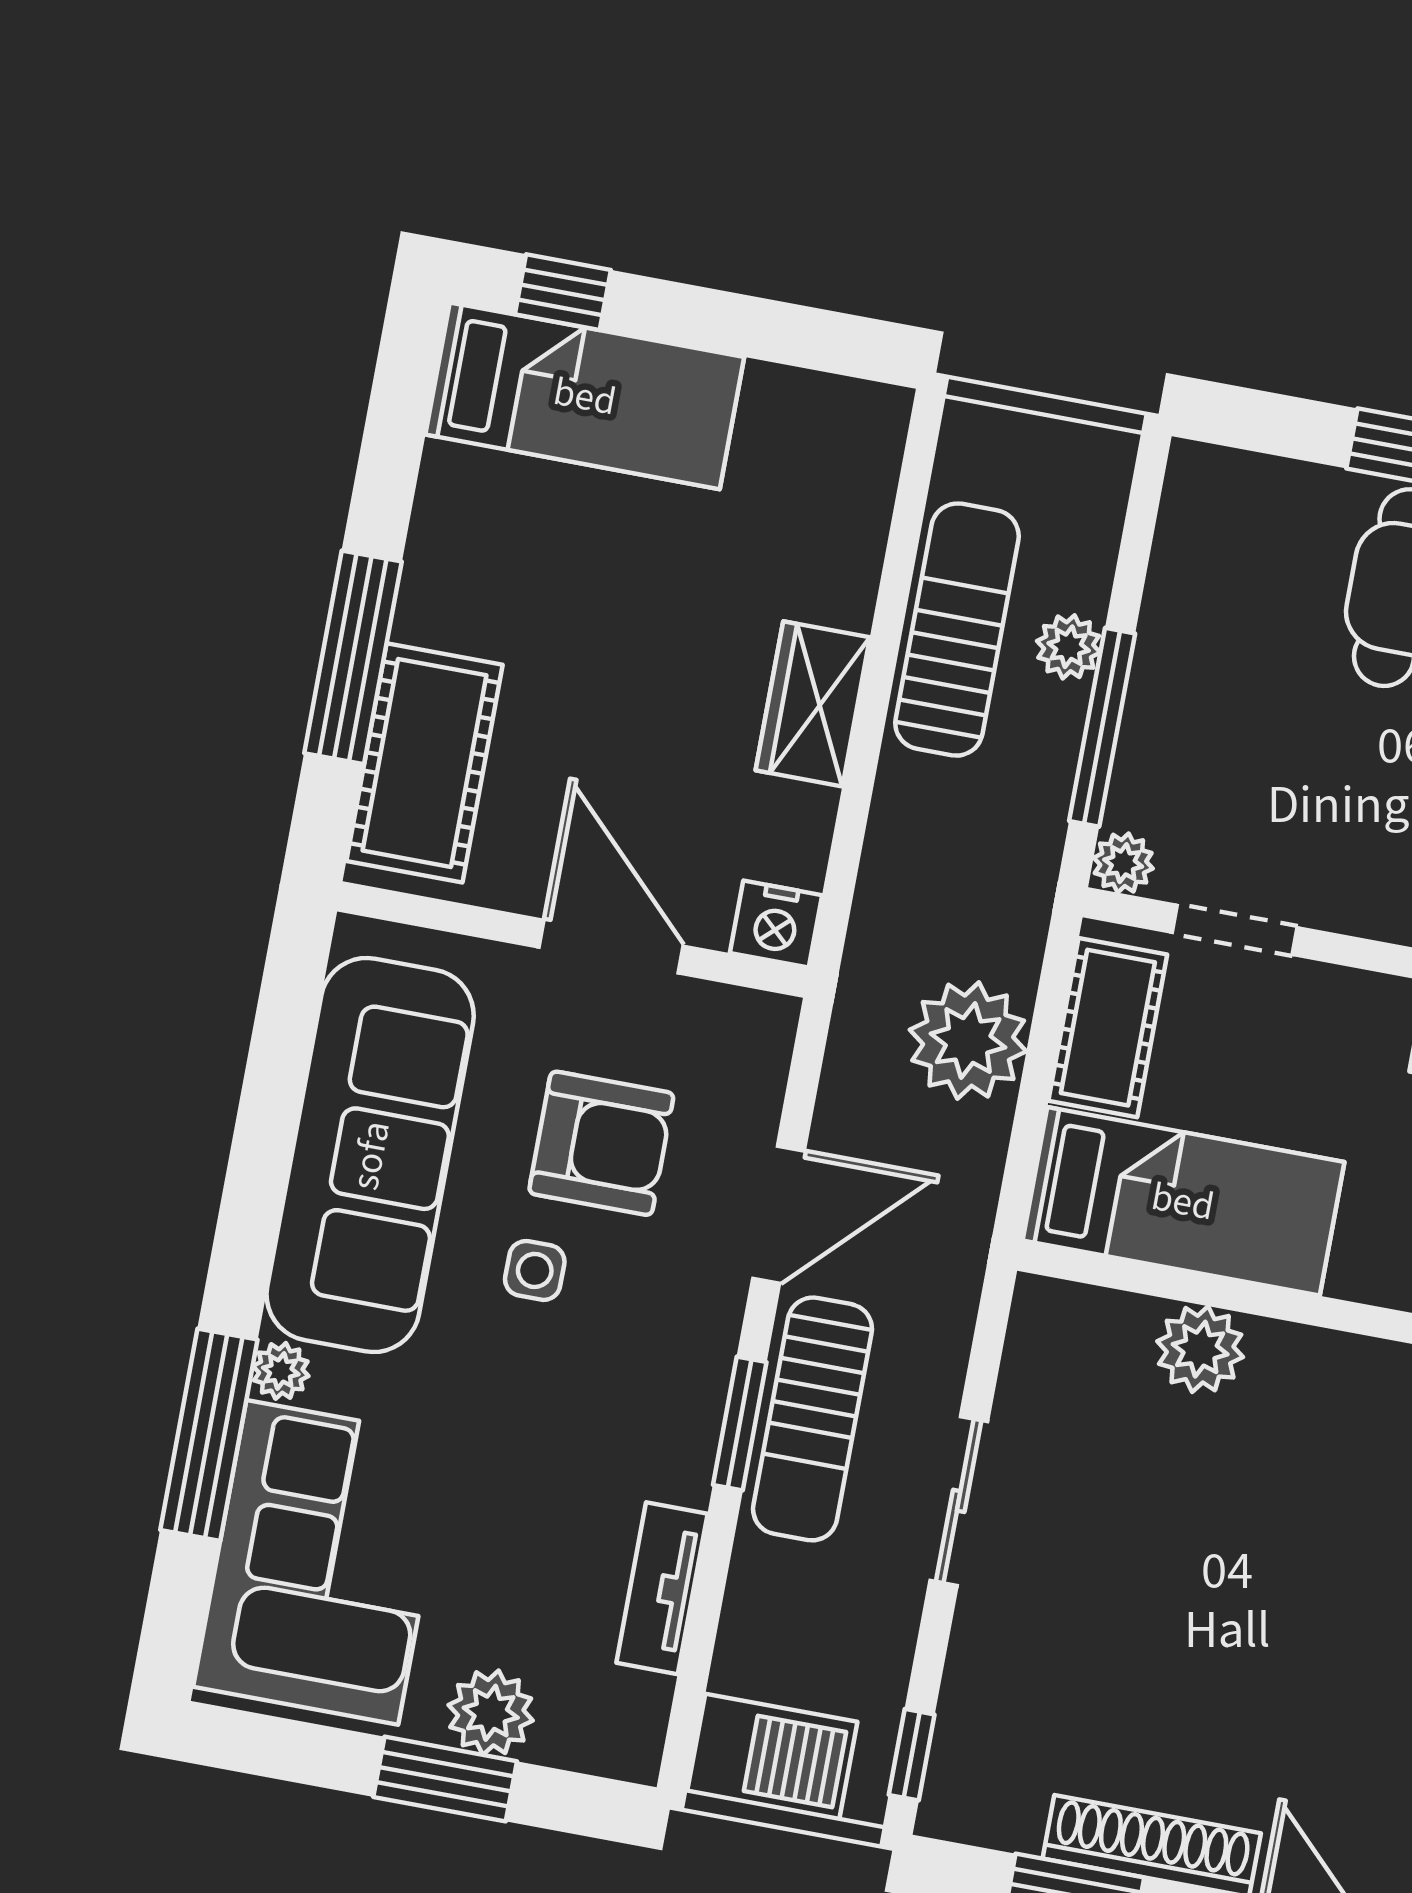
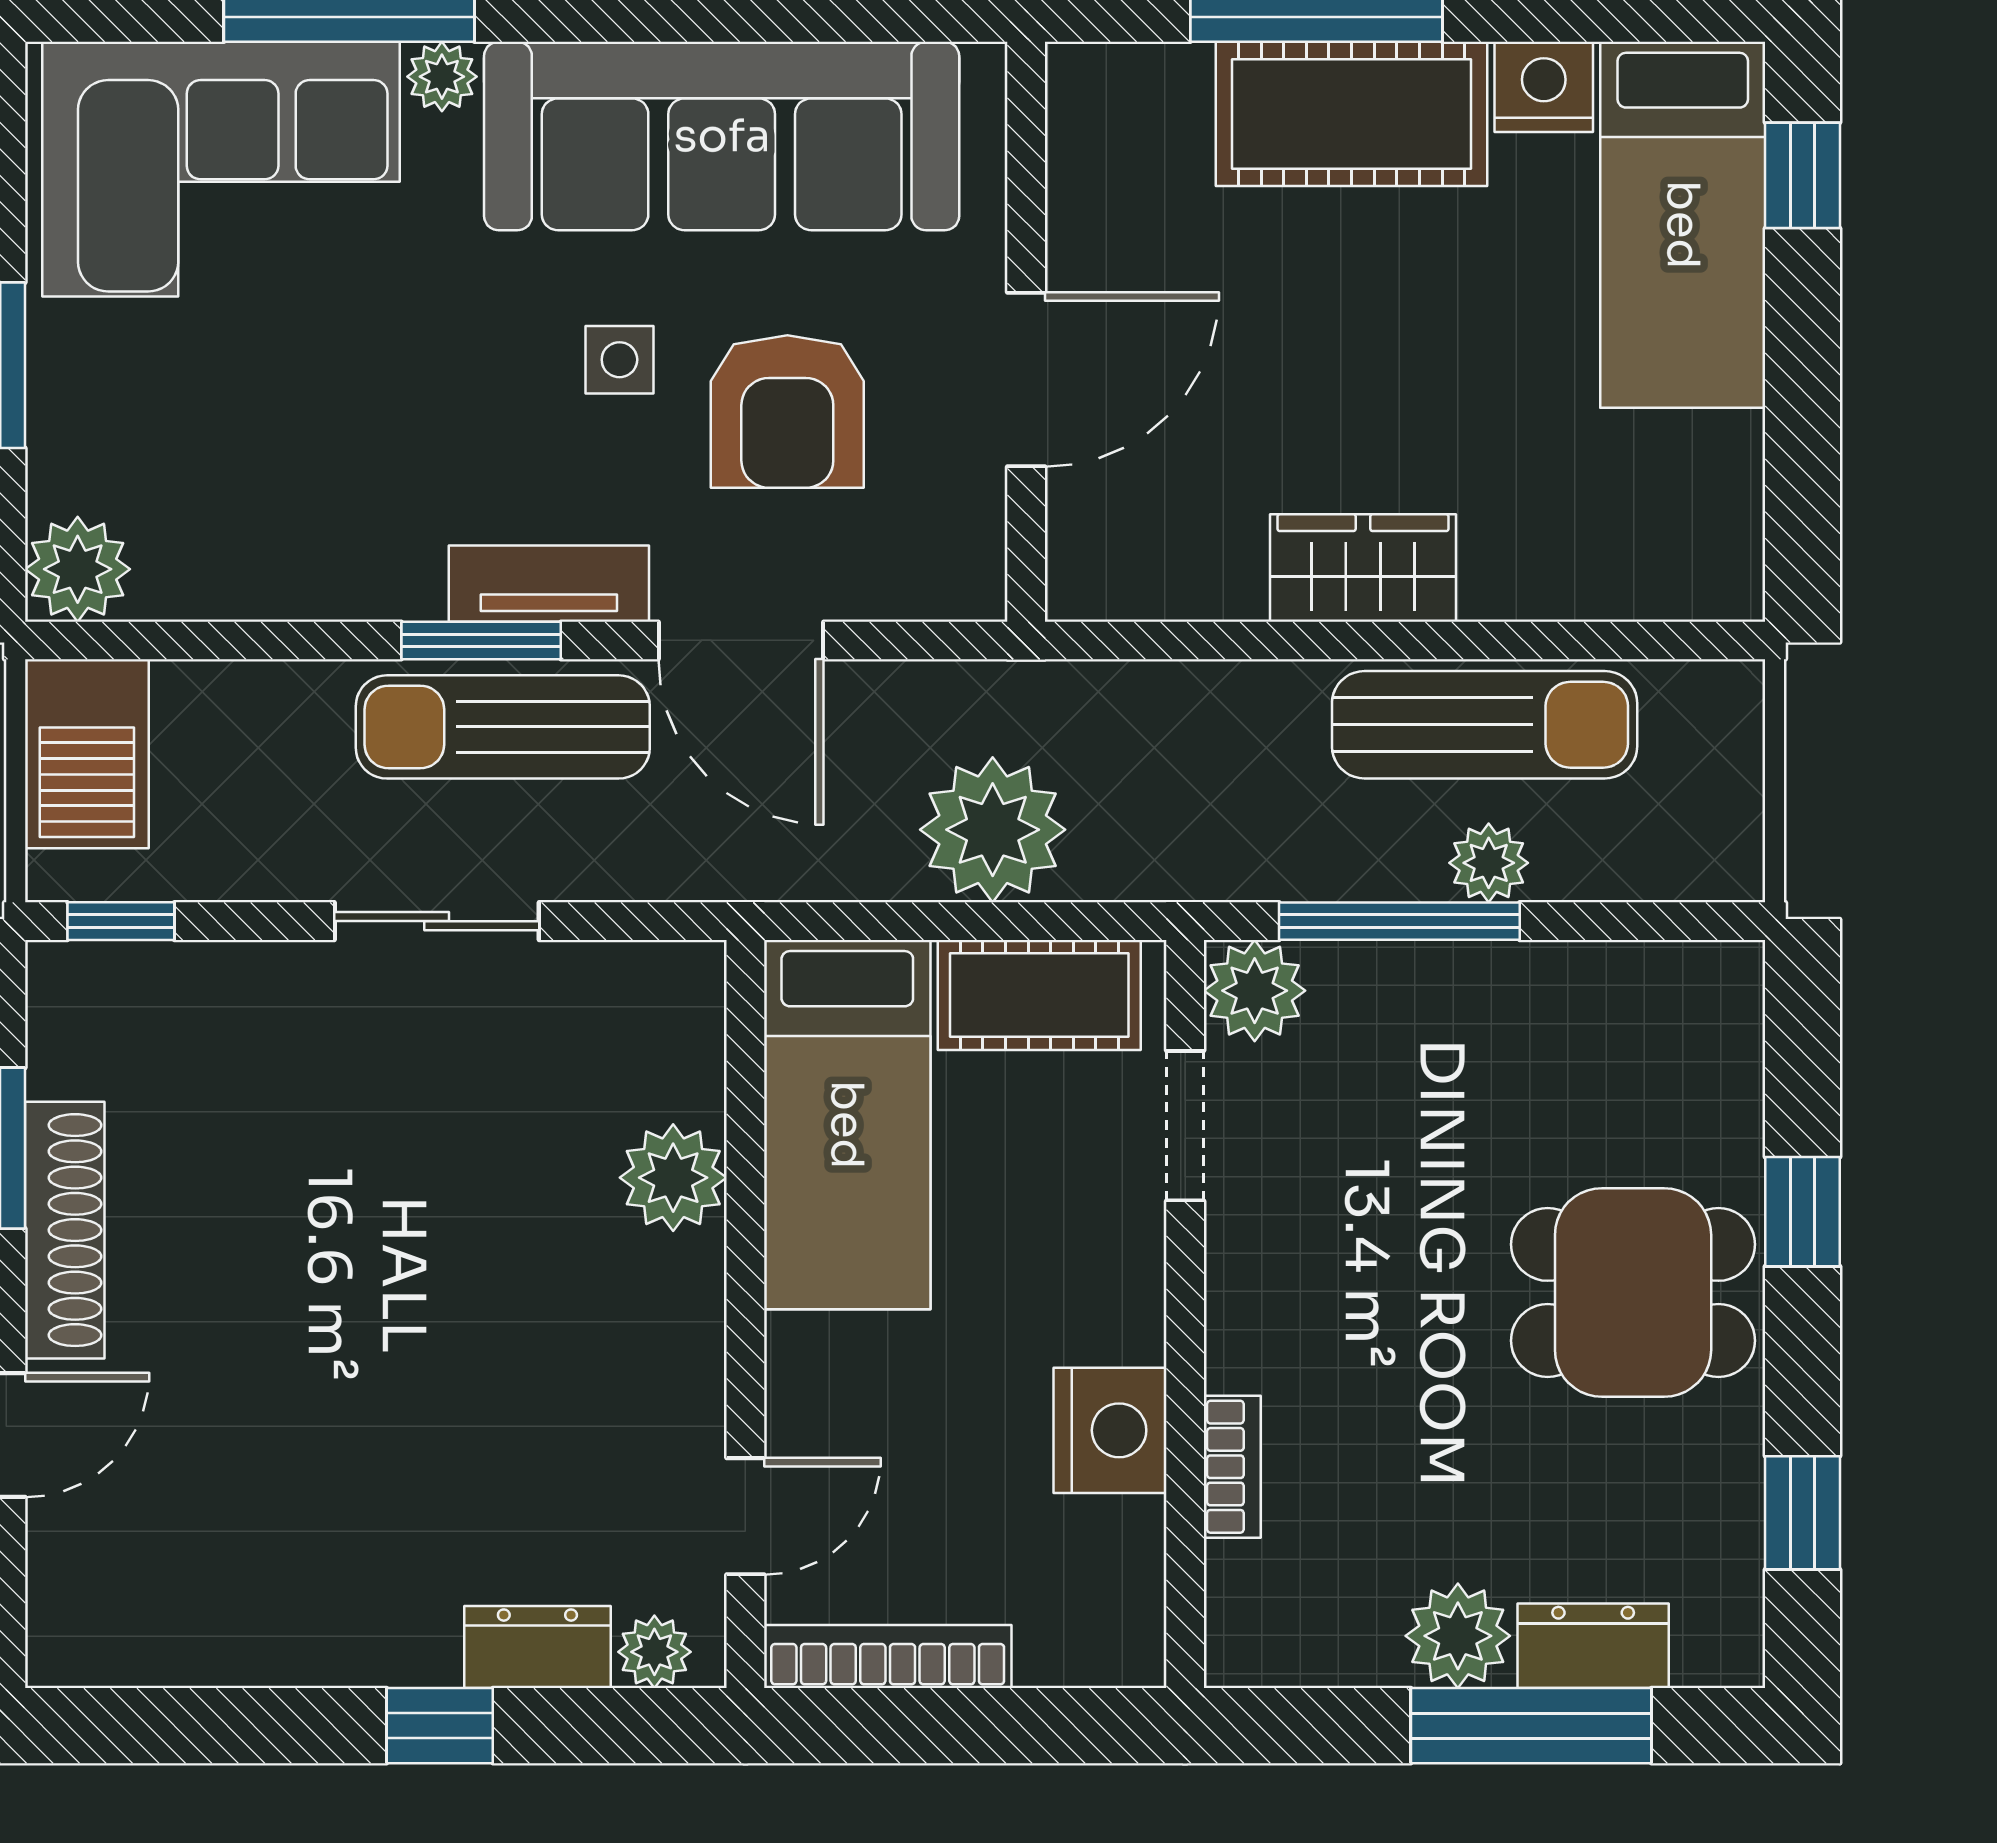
cot: (424, 763) -> (1352, 114), moved
plant: (1123, 863) -> (1255, 991), width x1.38, depth x1.38
nightstand: (776, 924) -> (1544, 87), moved, turned 90
tv unit: (662, 1588) -> (549, 584), moved
plant: (491, 1713) -> (78, 569), moved

